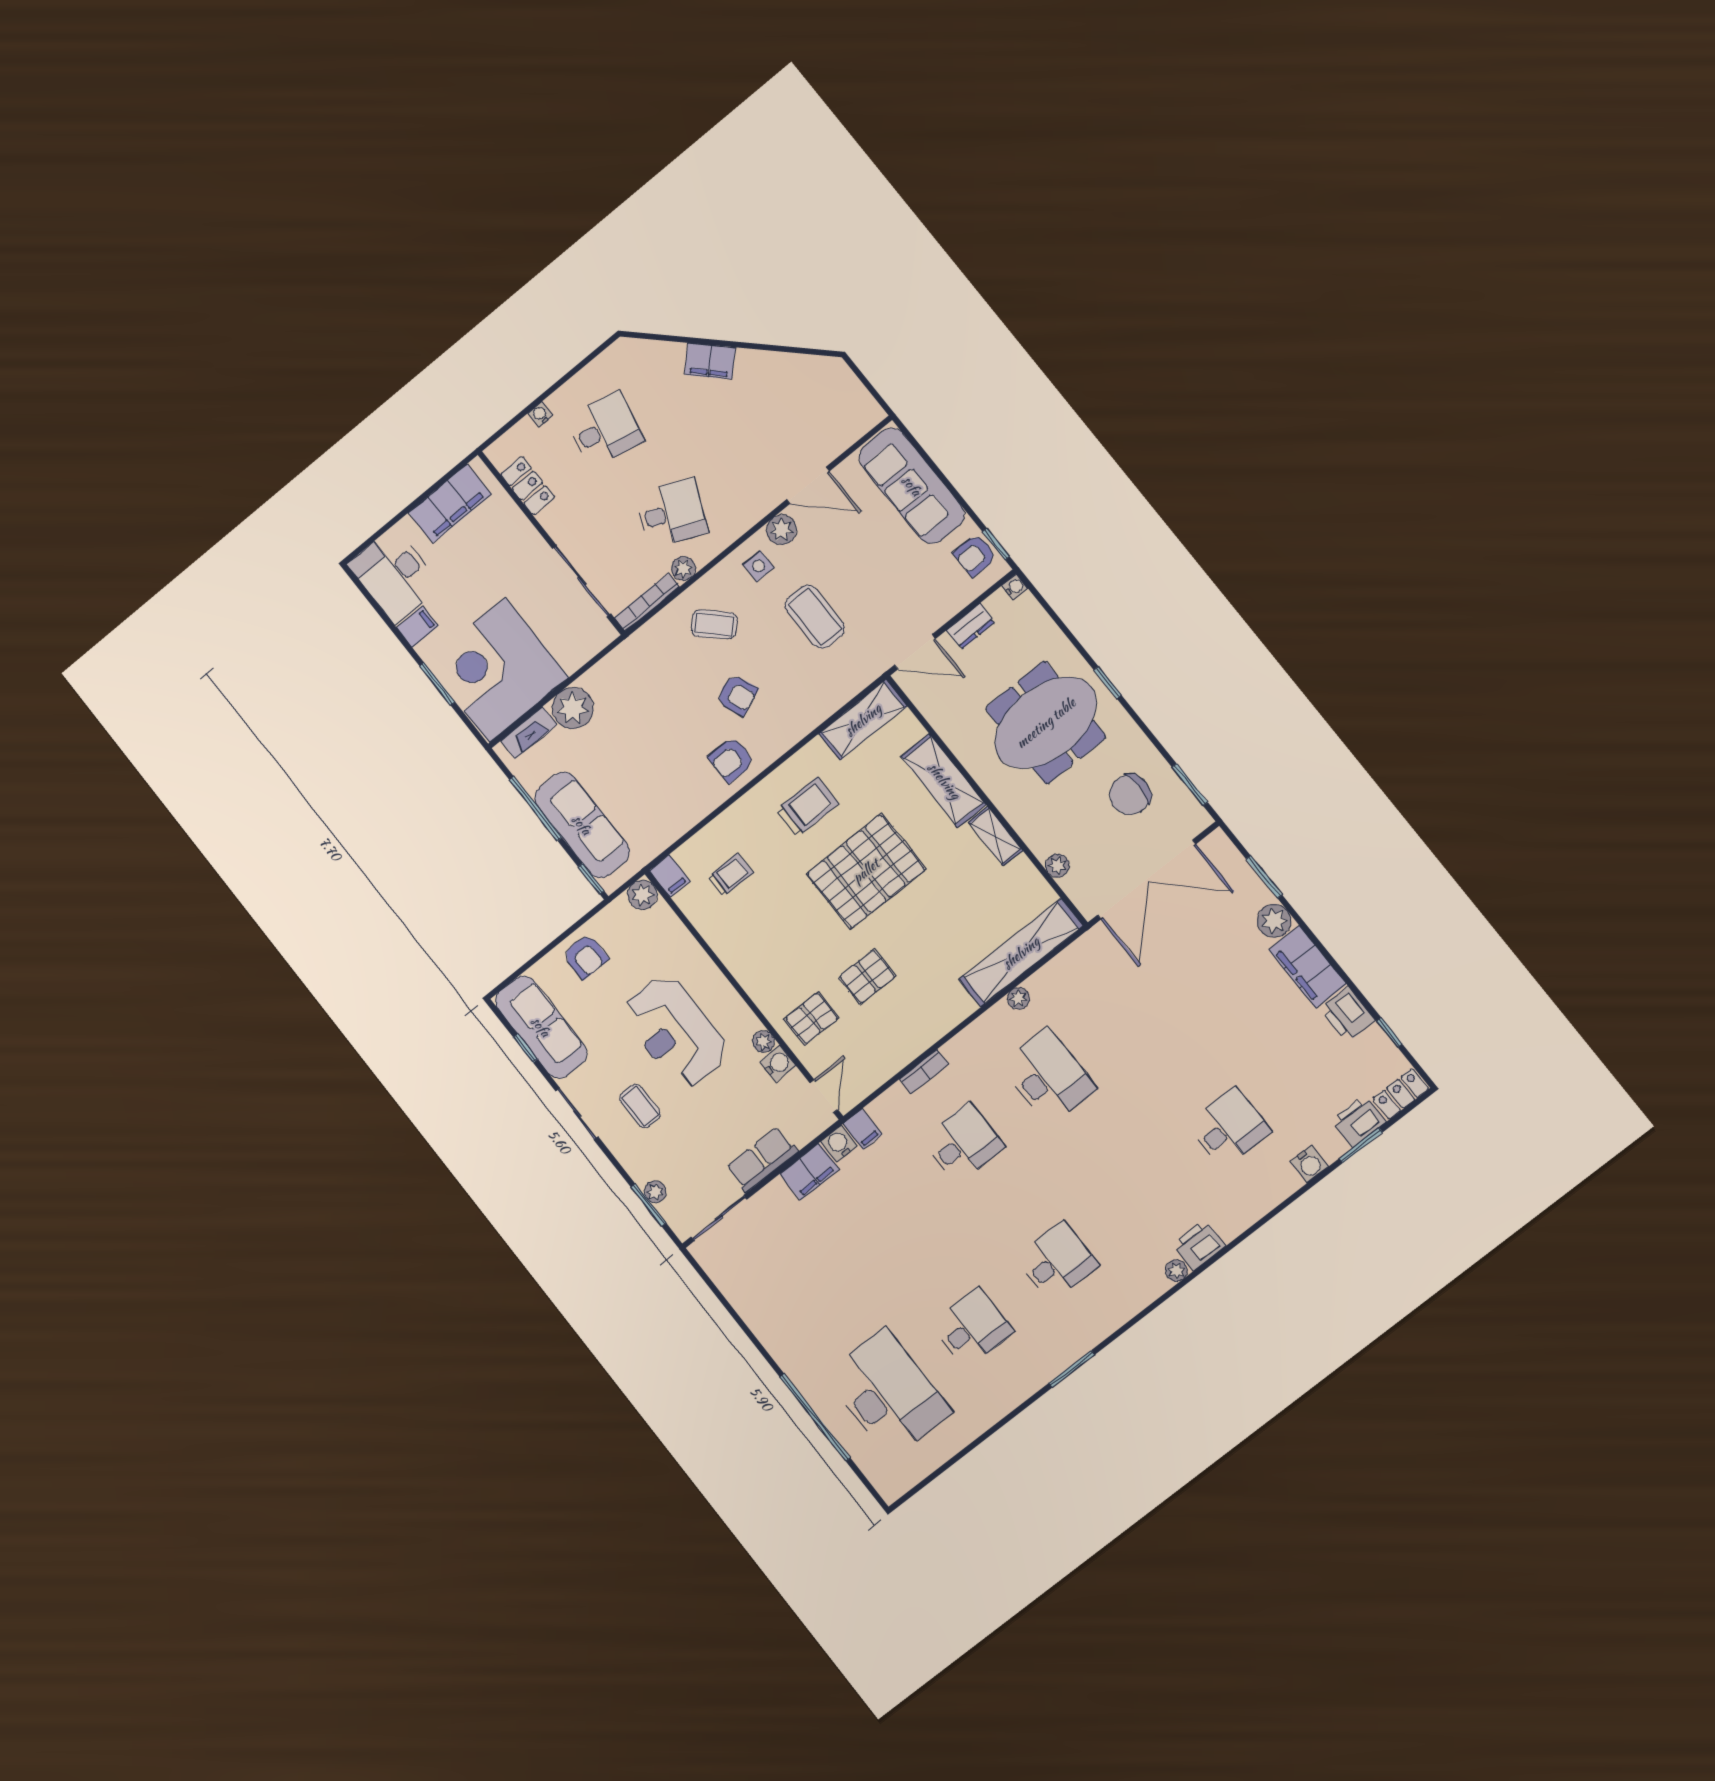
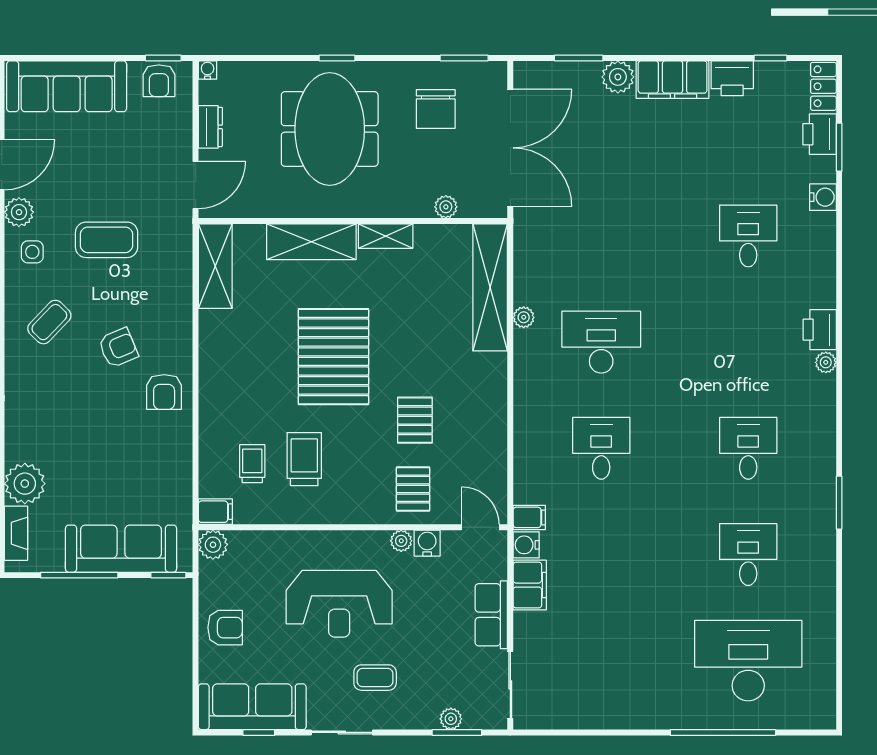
trolley: (807, 807) -> (304, 459), moved
bookcase: (924, 1072) -> (522, 434), removed

